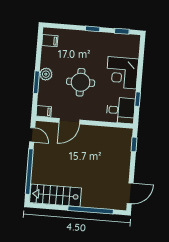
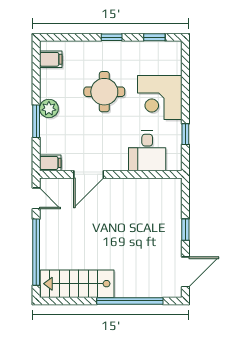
round table: (81, 82) -> (104, 92), moved
desk: (121, 110) -> (147, 151), moved, turned 90
window: (134, 144) -> (185, 230), moved

